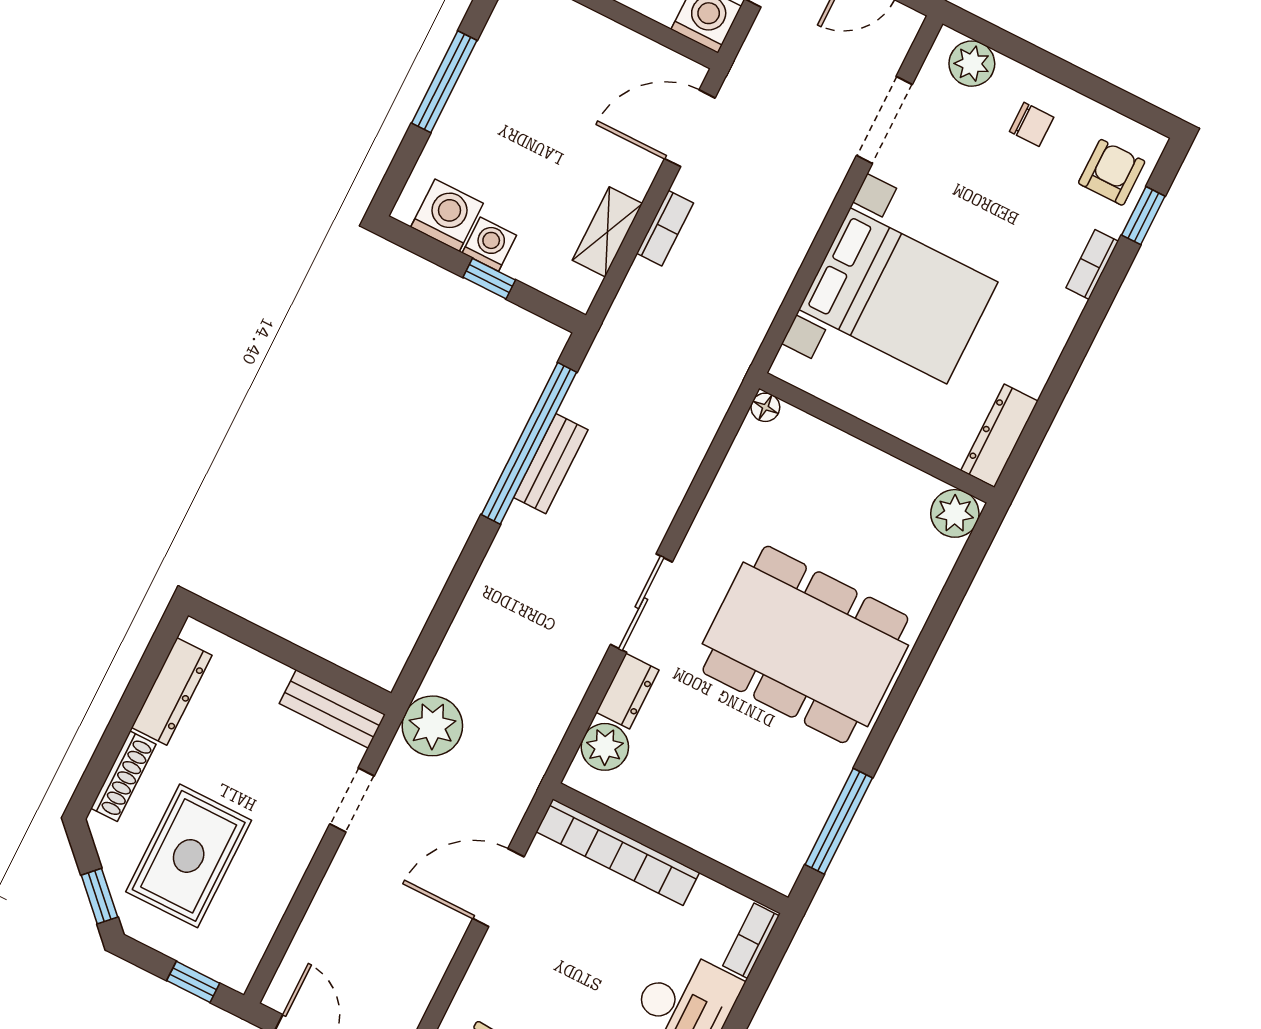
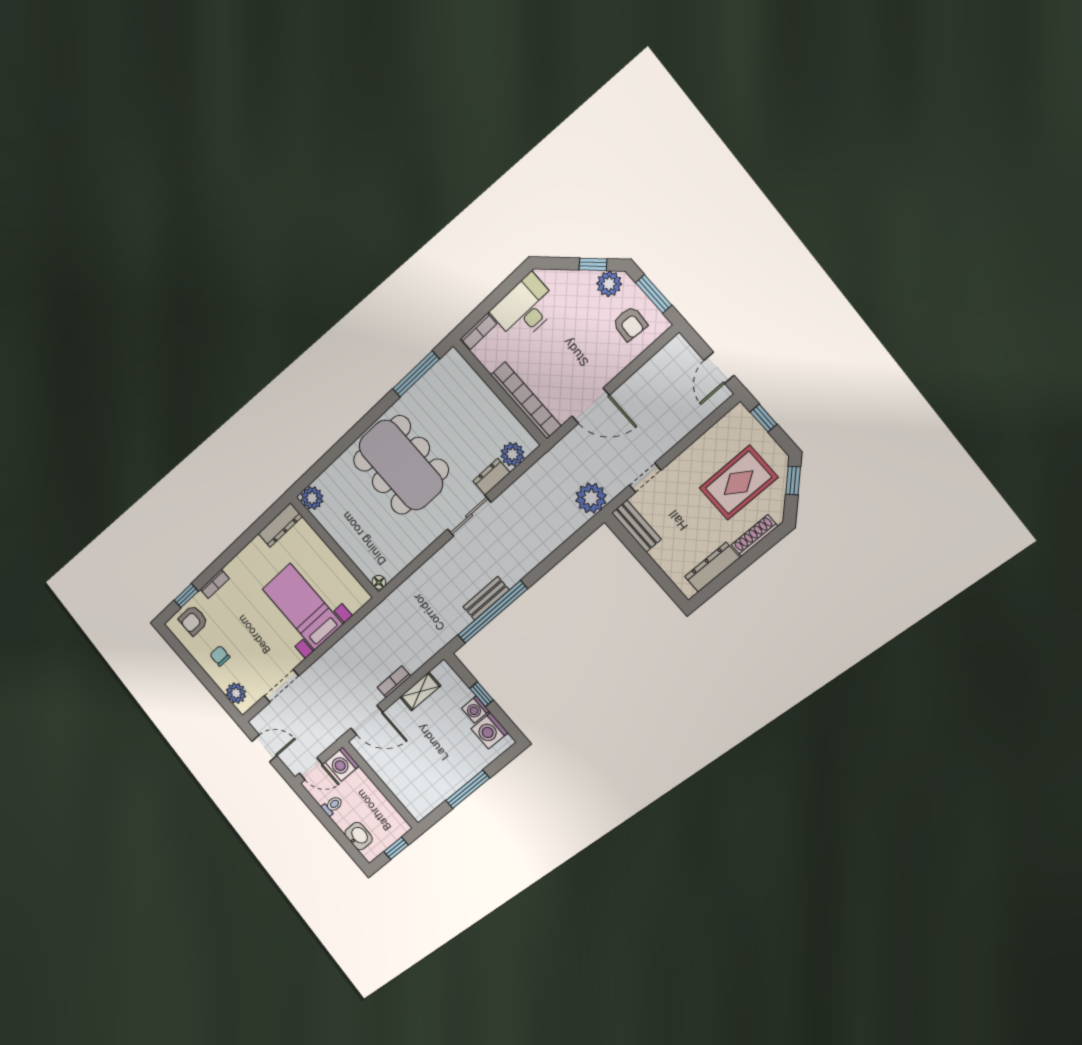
bed with nightstands: (898, 296) -> (302, 607), width x0.73

